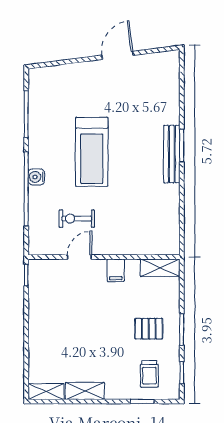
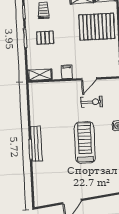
pallet: (62, 343) -> (97, 27), added

